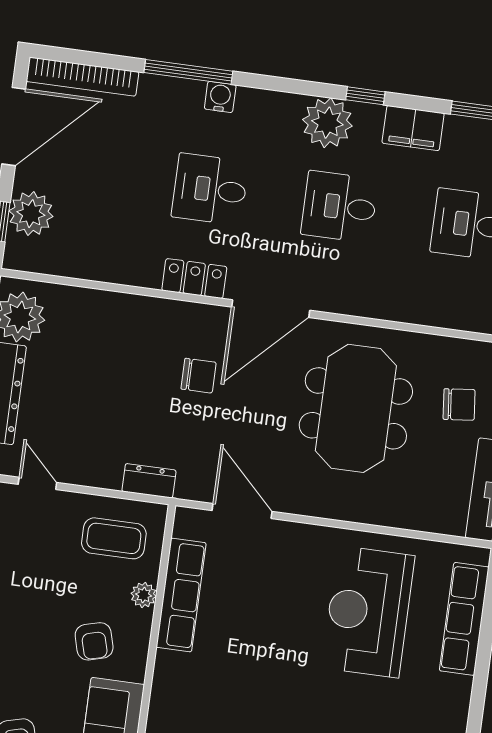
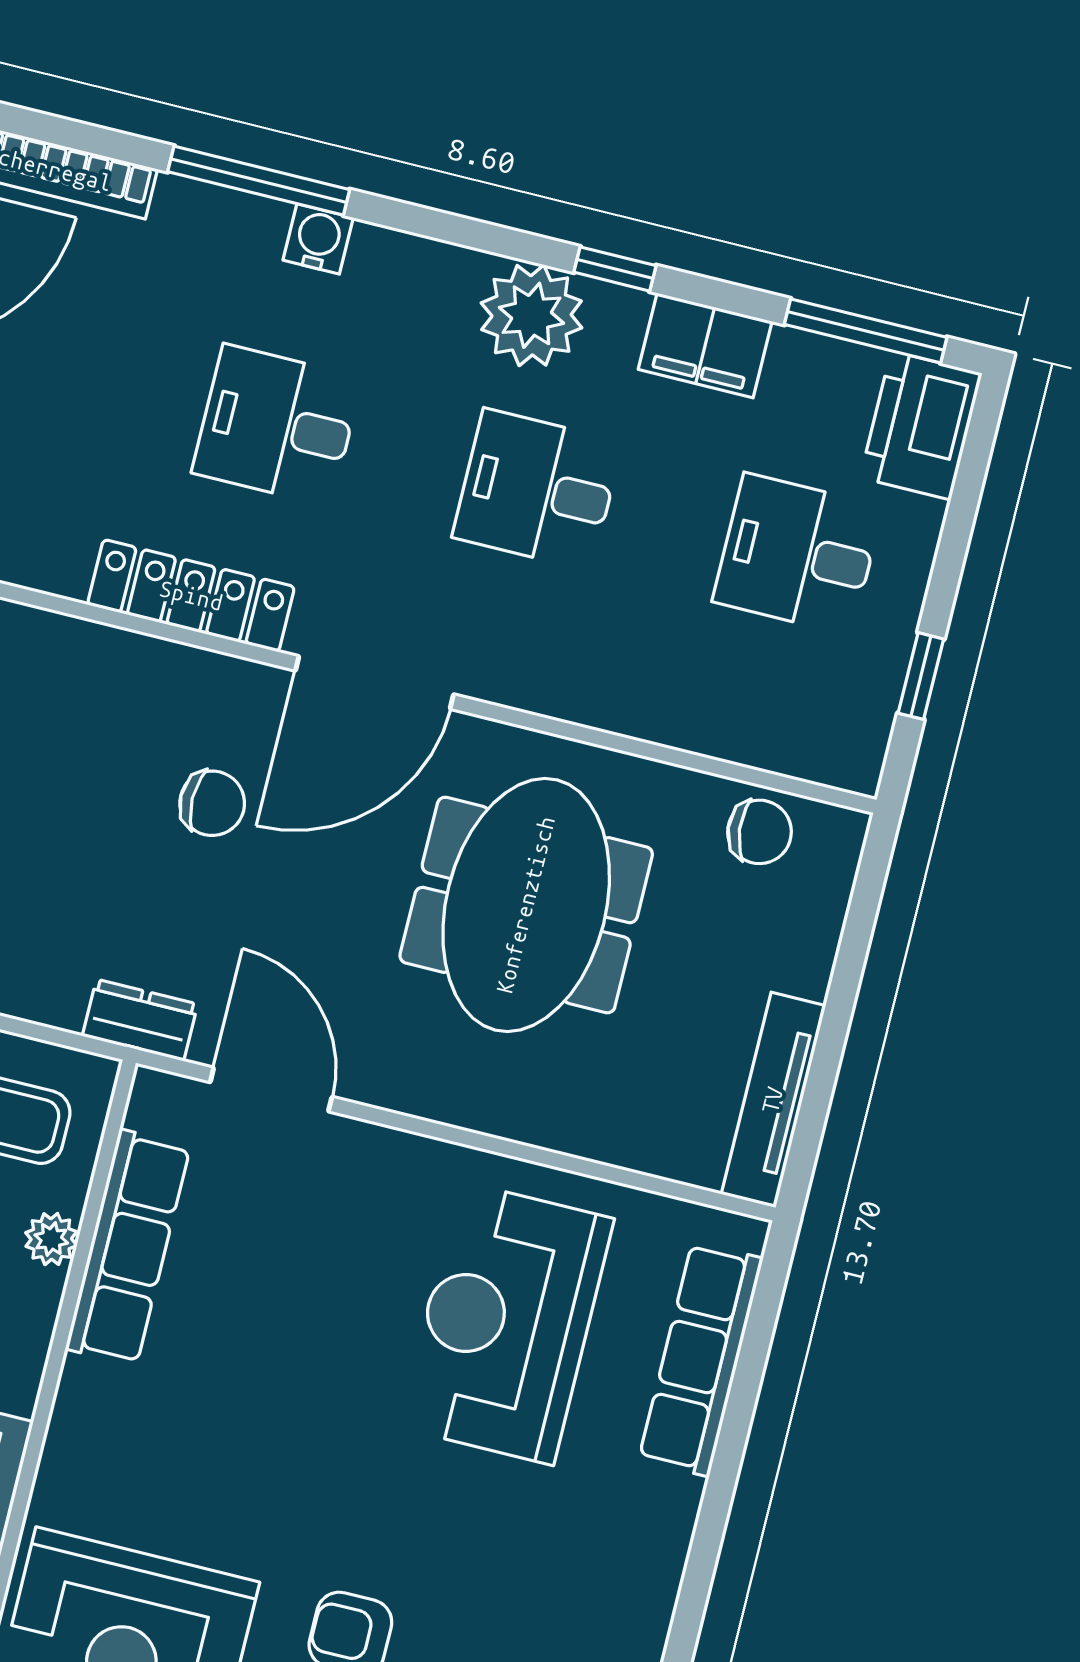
locker: (194, 279) -> (191, 596), width x1.53
chair: (459, 404) -> (760, 832), moved
dresser: (149, 481) -> (140, 1020), moved

